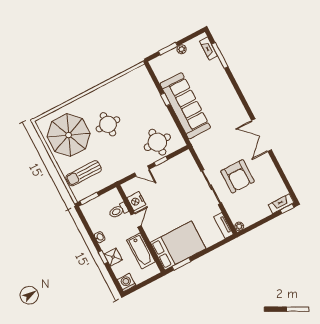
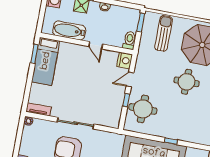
nightstand: (136, 201) -> (125, 61), moved, turned 90
toilet: (118, 211) -> (129, 40), moved
bed: (178, 246) -> (46, 61), width x0.67

